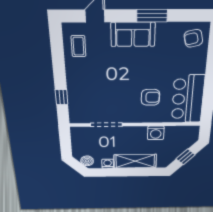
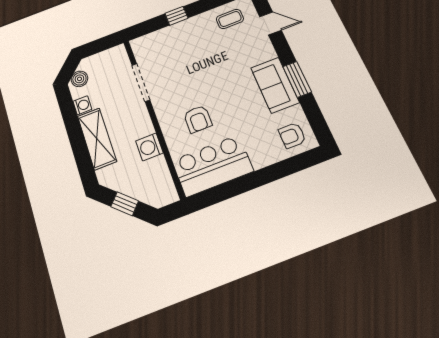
sofa: (133, 34) -> (275, 85), moved
armchair: (193, 38) -> (292, 135), turned -77
window: (61, 97) -> (176, 16), moved

